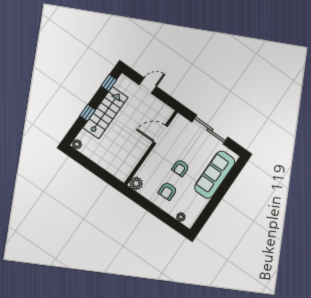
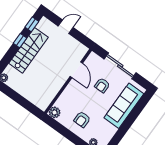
window: (88, 113) -> (20, 41), moved
door: (160, 134) -> (76, 70), swing flipped
armchair: (181, 168) -> (102, 85), moved

